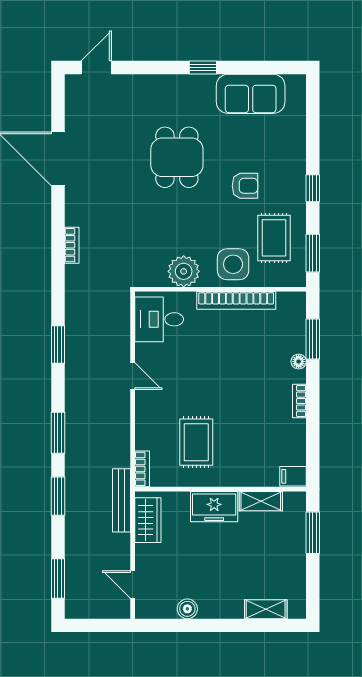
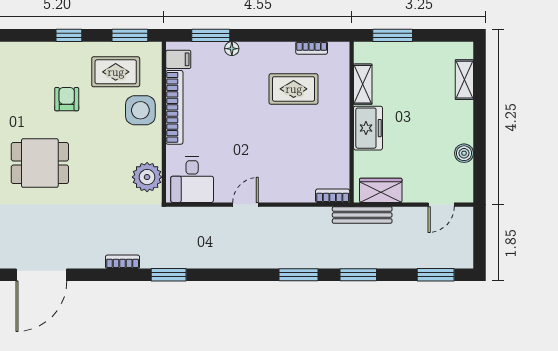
plant: (184, 271) -> (147, 177), moved
window: (58, 345) -> (169, 275), moved
bookcase: (299, 401) -> (312, 48), moved
rug: (196, 442) -> (294, 89), moved
filing cabinet: (293, 476) -> (178, 59), moved, turned -90

